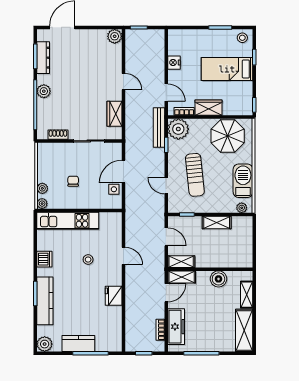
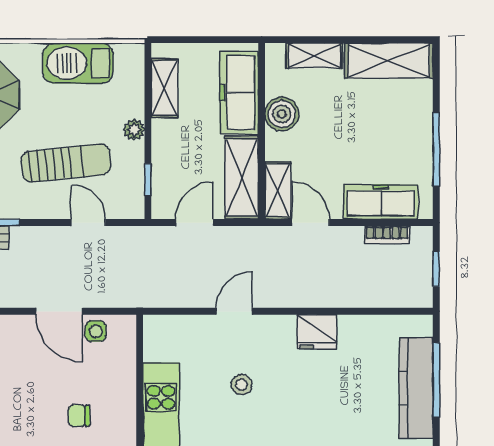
door: (166, 186) -> (88, 223), swing flipped
plant: (242, 208) -> (134, 130), moved
shelving: (217, 222) -> (165, 88), moved
freezer: (229, 258) -> (239, 93), added
shelving: (181, 262) -> (242, 178), width x1.50, depth x1.33
kitchen counter: (78, 344) -> (416, 388), width x1.50

